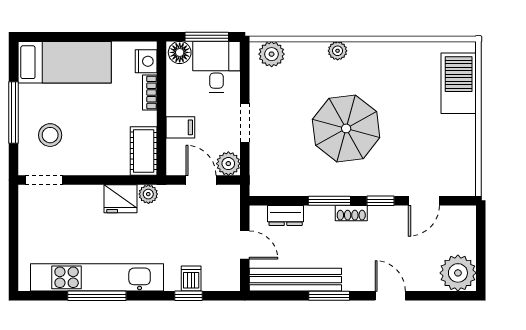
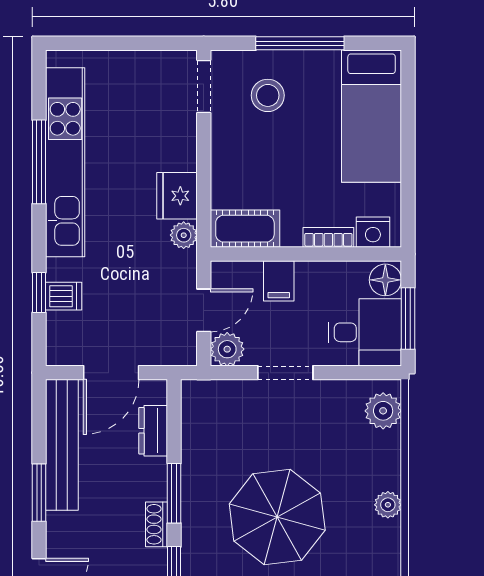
door: (245, 245) -> (111, 373), width x1.38

